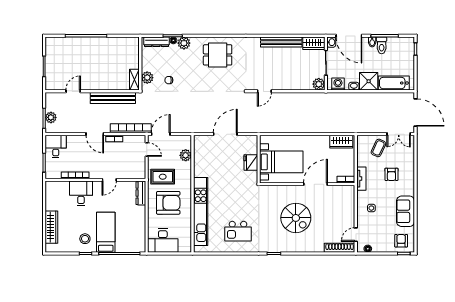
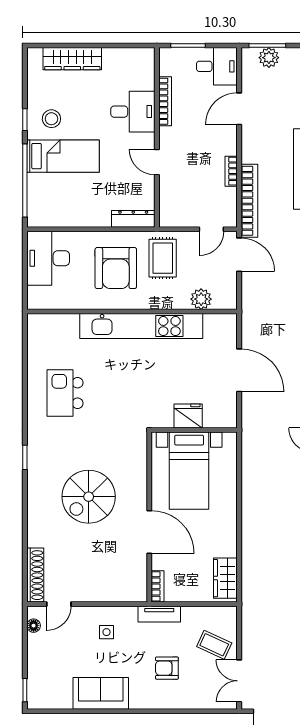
door: (95, 134) -> (239, 109), moved
kitchen unit: (201, 211) -> (141, 326), moved
door: (356, 235) -> (59, 604), swing flipped
armchair: (401, 241) -> (48, 685), removed

